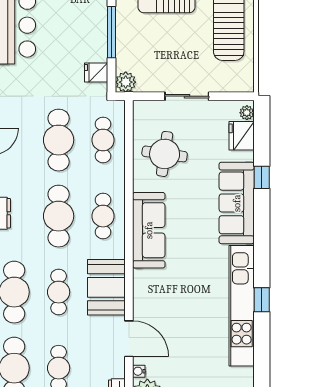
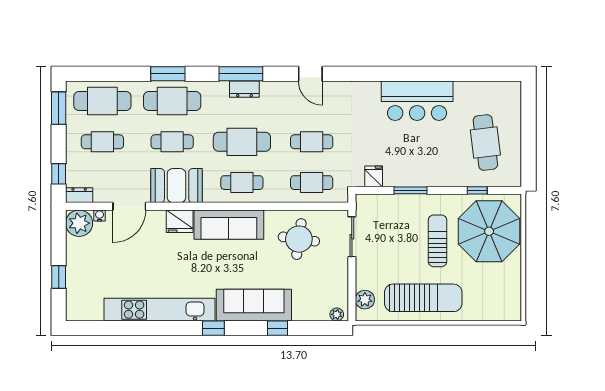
window: (112, 32) -> (411, 190), width x0.69
plant: (126, 82) -> (365, 300), moved
sliding door: (187, 96) -> (352, 237), moved
fridge: (242, 136) -> (180, 221), moved, turned 180
cafe table: (59, 140) -> (312, 142), width x0.73, depth x0.74
window: (262, 300) -> (213, 328), moved

